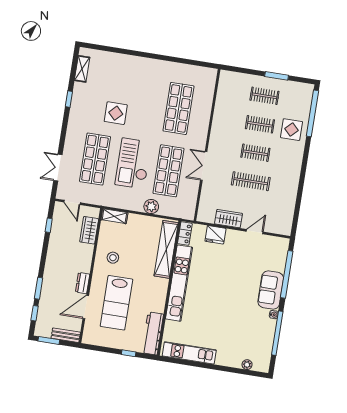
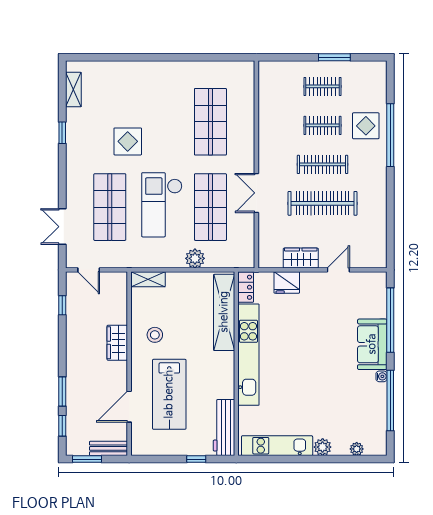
window: (312, 113) -> (390, 135), moved
clothes rail: (255, 153) -> (322, 164), width x1.36
clothes rail: (251, 181) -> (322, 203), width x1.37, depth x1.31
wardrobe: (89, 230) -> (117, 343), moved
dresser: (83, 283) -> (120, 375), removed
plant: (222, 359) -> (323, 447), added

